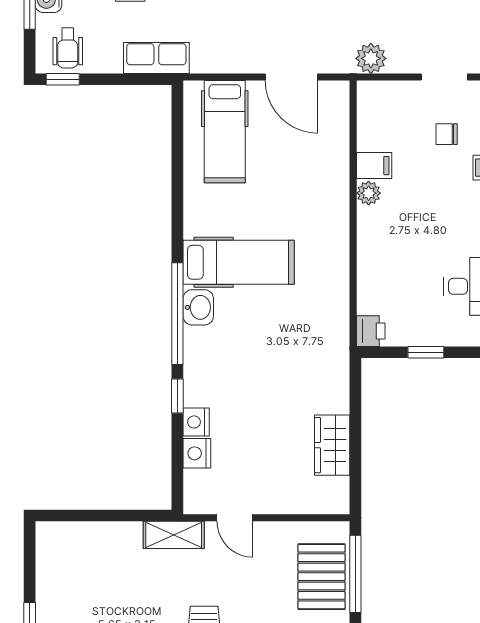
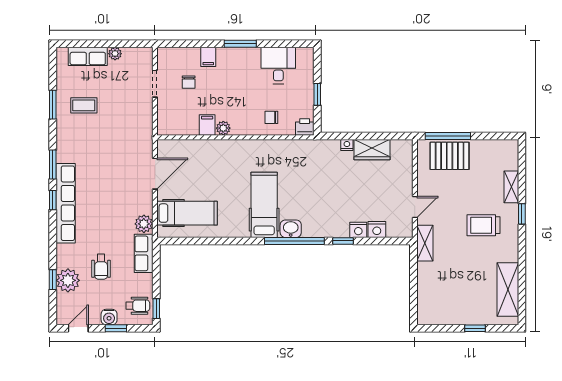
plant: (371, 58) -> (144, 224), moved
chair: (387, 275) -> (271, 117), added
nightstand: (340, 403) -> (347, 145), added

